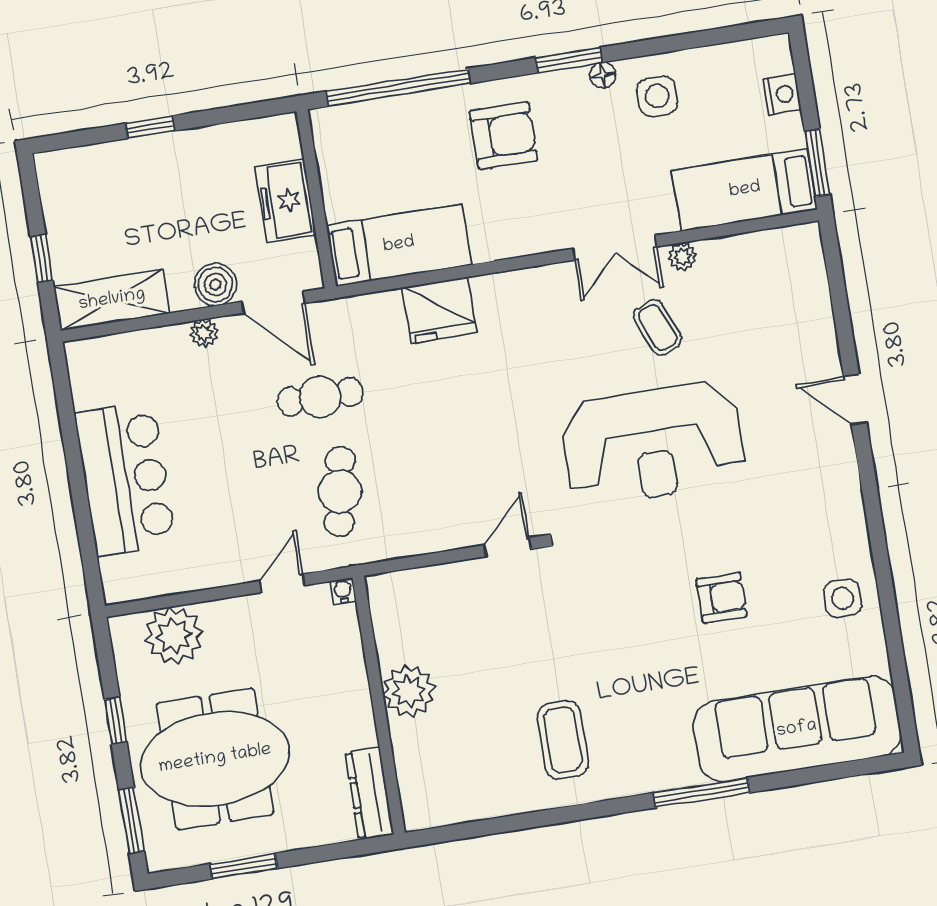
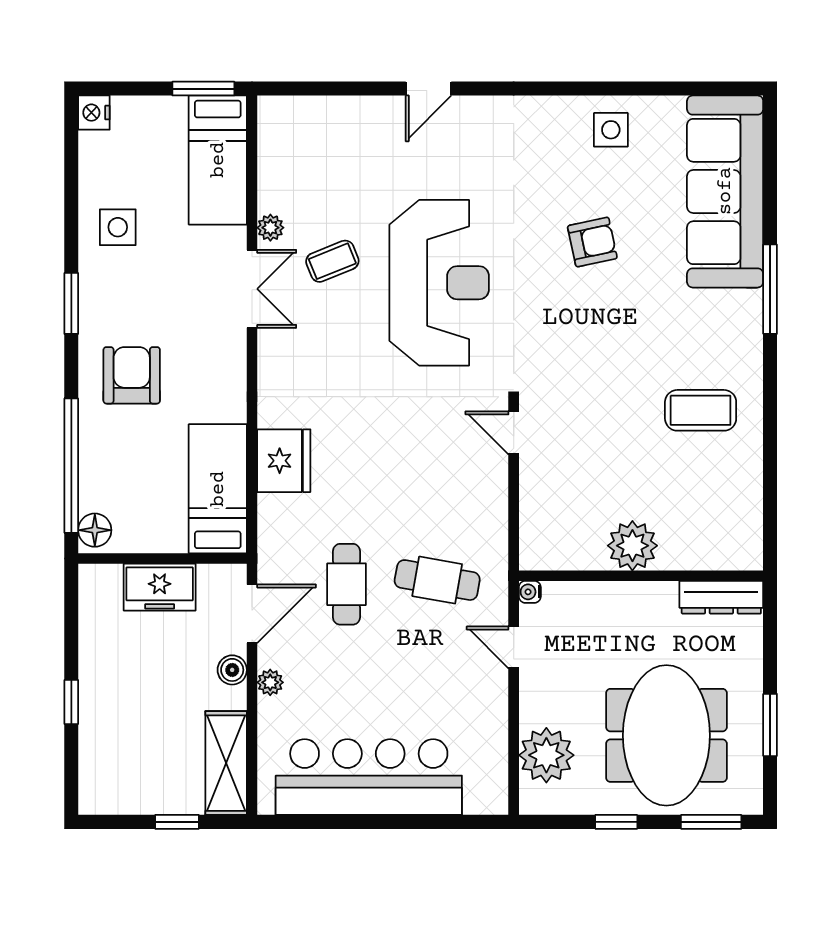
floor lamp: (603, 75) -> (95, 530), moved, width x1.37, depth x1.37
nightstand: (782, 94) -> (94, 113), moved, turned -90
boiler: (215, 284) -> (232, 670), width x0.73, depth x0.73
bar counter: (125, 479) -> (369, 777), width x1.36
armchair: (721, 598) -> (592, 242), turned 78

